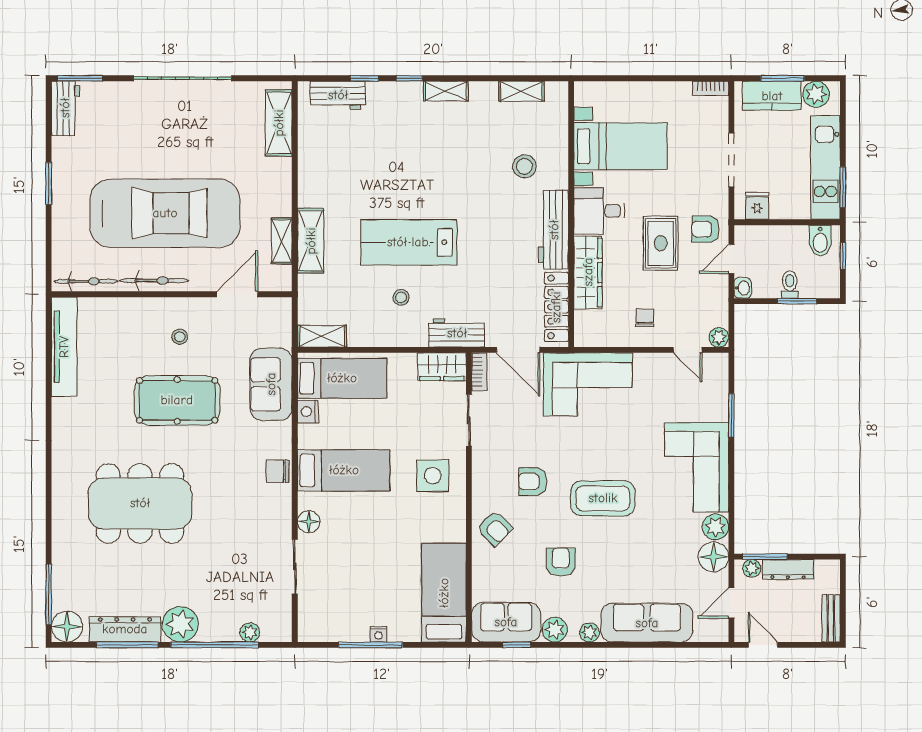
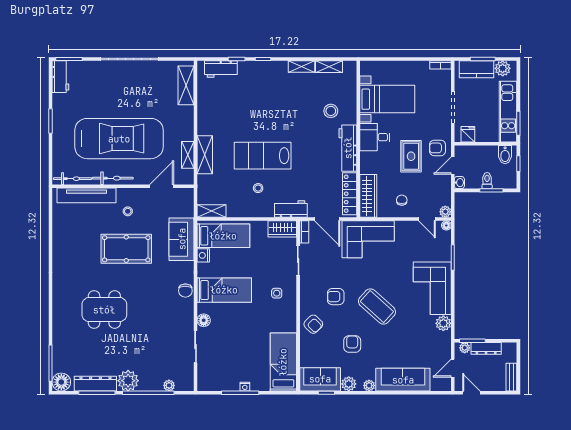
shelving: (446, 91) -> (301, 67), moved
wardrobe: (588, 272) -> (368, 196), moved
tv unit: (64, 347) -> (86, 195), moved, turned 90
chair: (278, 471) -> (185, 291), turned -90
side table: (433, 476) -> (277, 293), width x0.54, depth x0.54
coffee table: (603, 498) -> (377, 307), turned 42
dining table: (140, 503) -> (104, 310), width x0.73, depth x0.80
floor lamp: (713, 557) -> (446, 225), moved, width x0.53, depth x0.53

